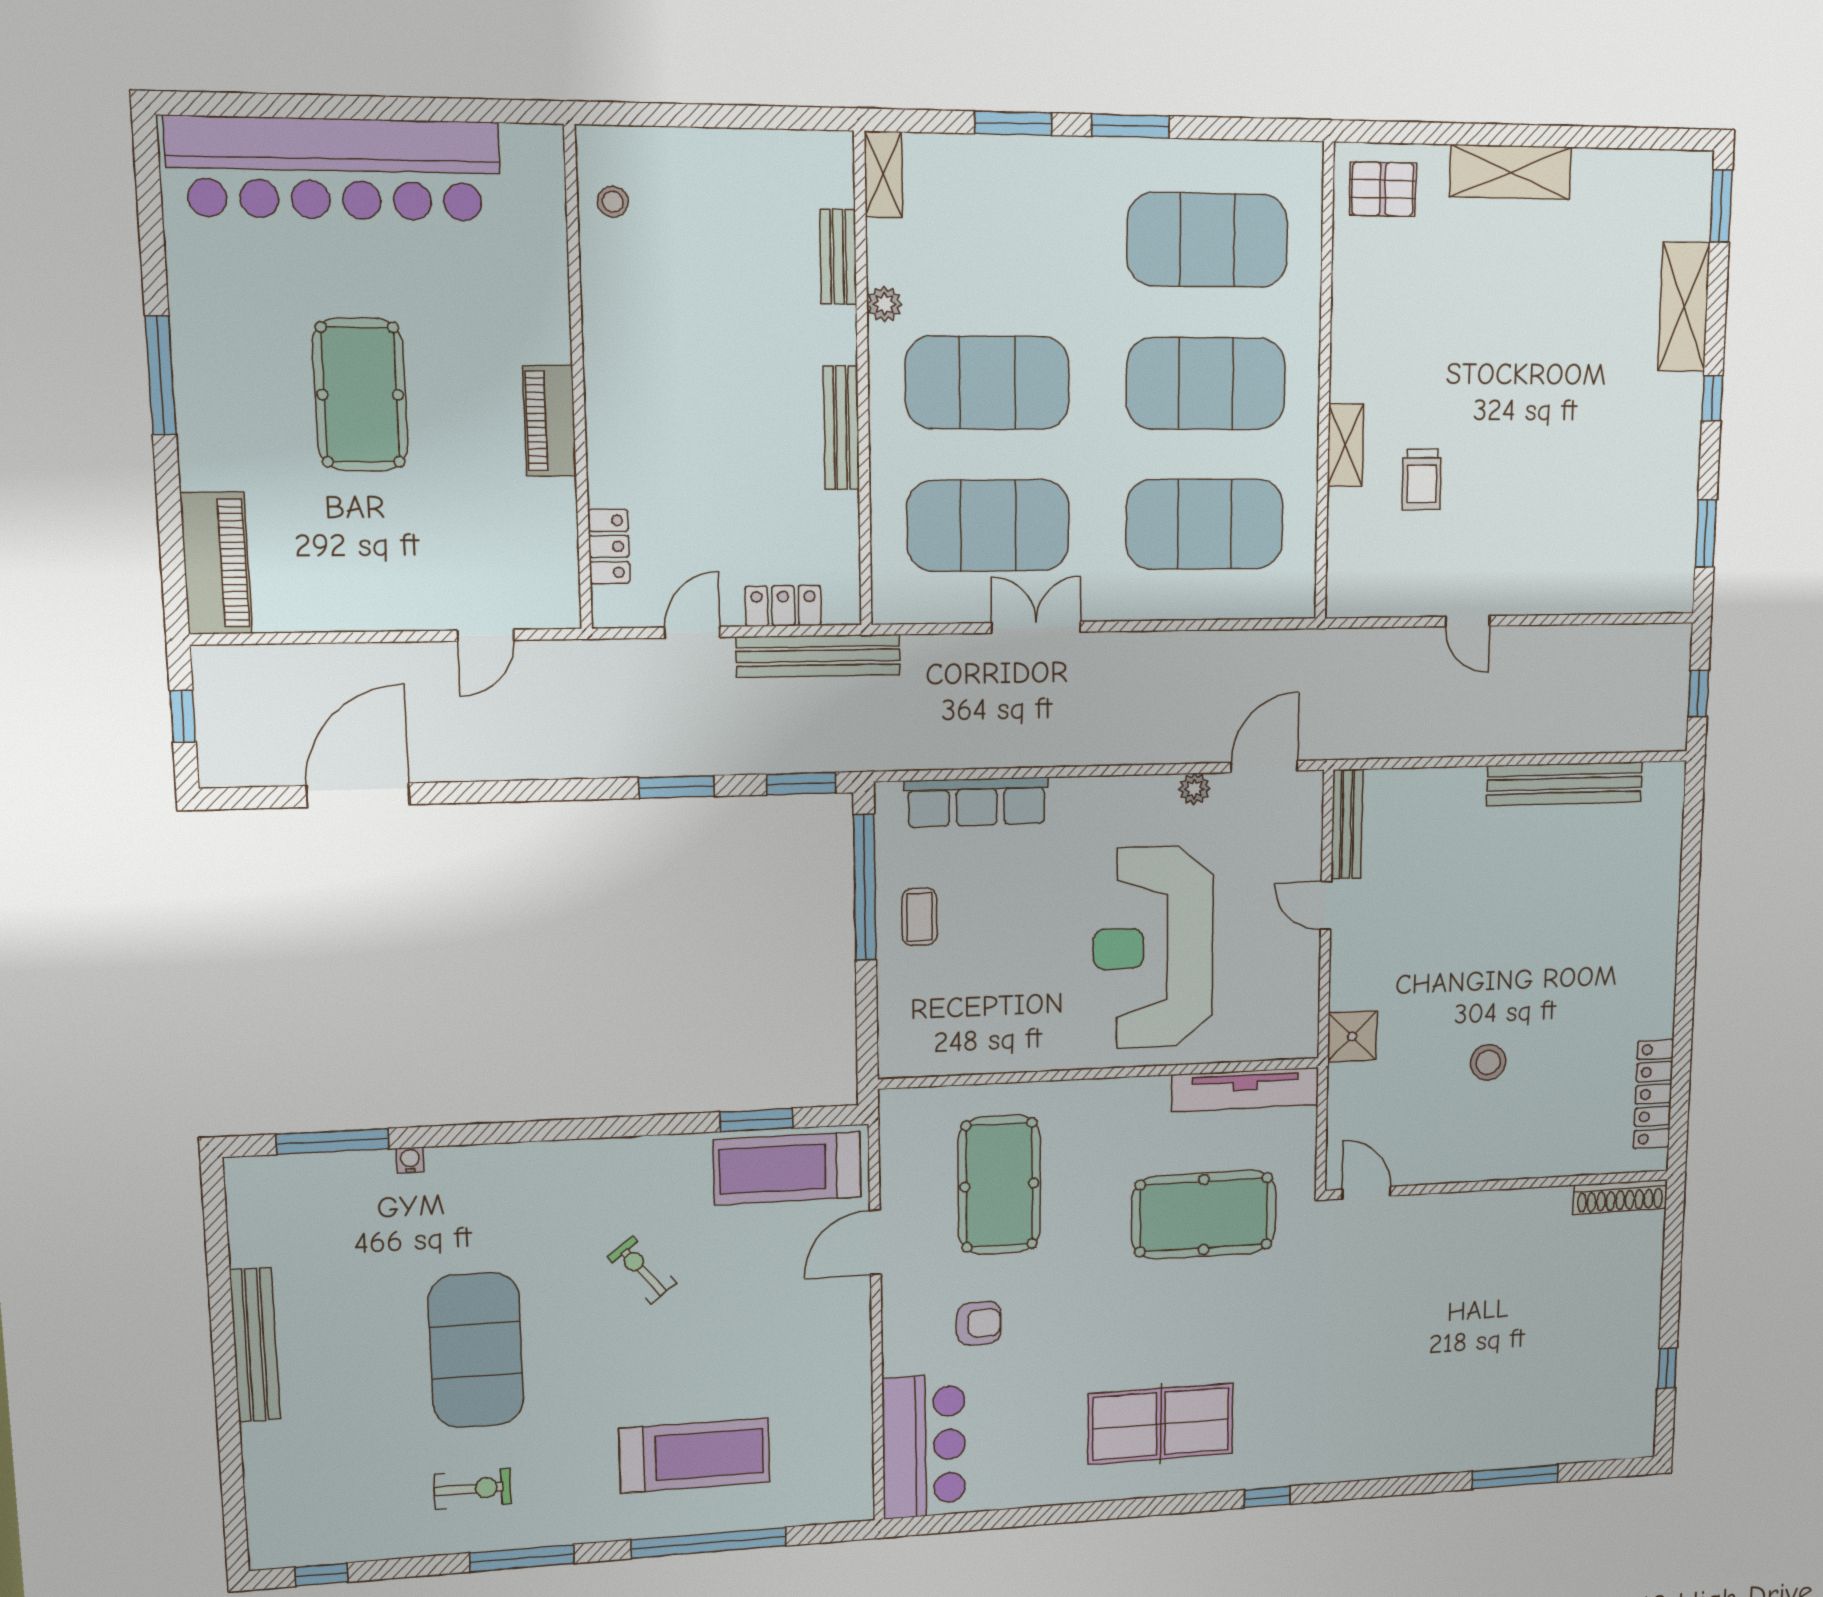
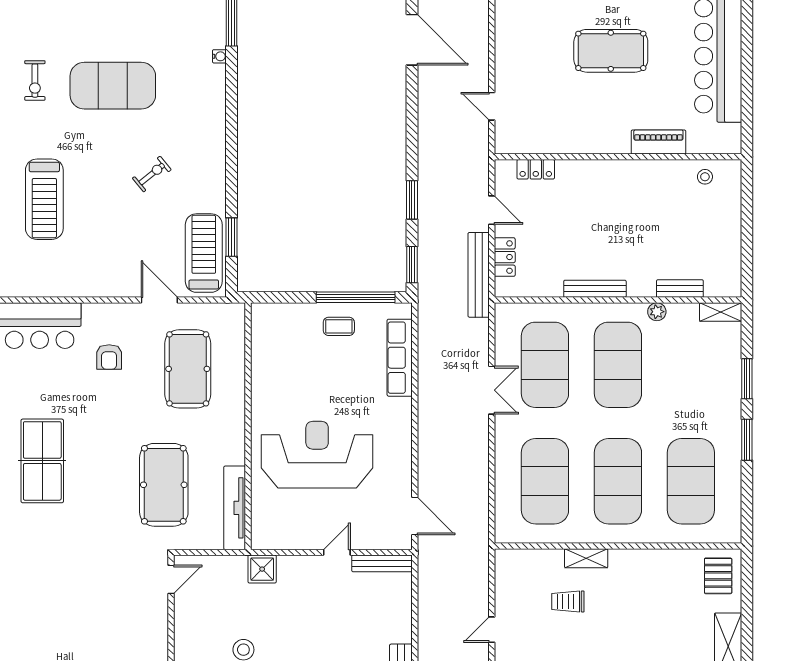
piano: (550, 421) -> (658, 142), moved
plant: (1194, 789) -> (404, 477), removed
pool table: (999, 1185) -> (188, 369), turned 90

